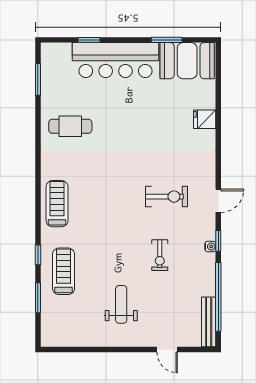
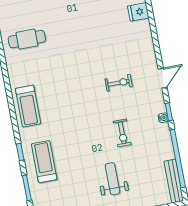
exercise bike: (167, 197) -> (119, 83), width x0.73, depth x0.72
treadmill: (57, 204) -> (28, 106), turned 180
weight bench: (121, 304) -> (113, 179), moved

